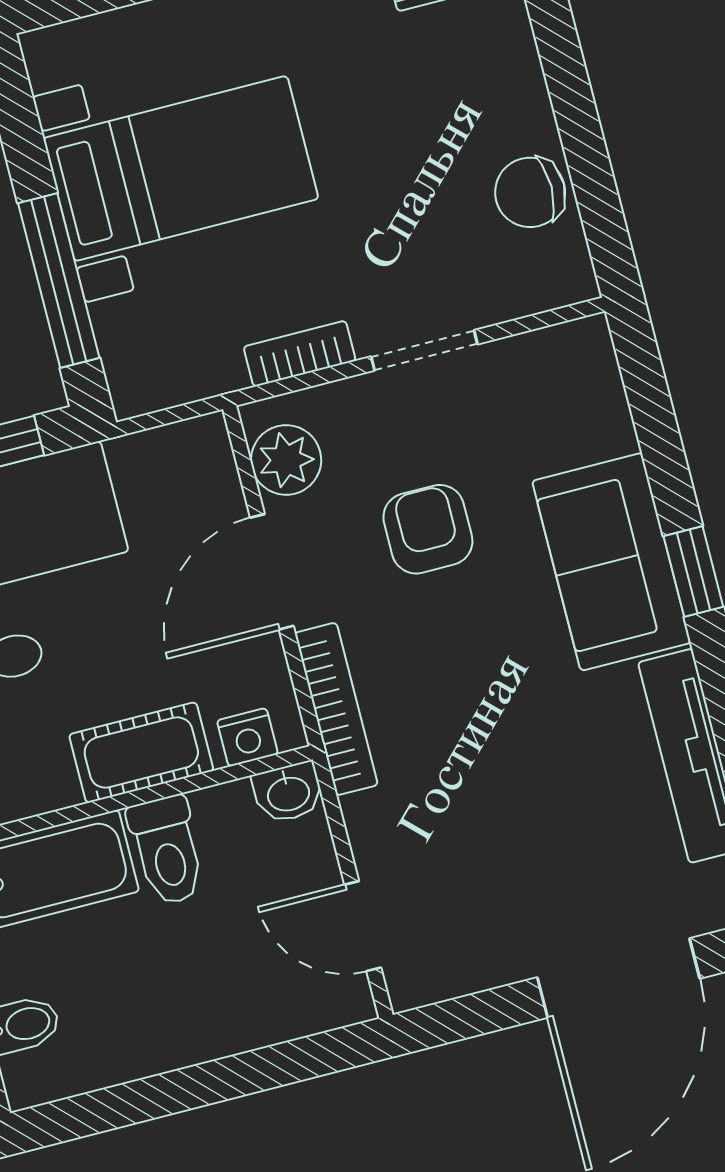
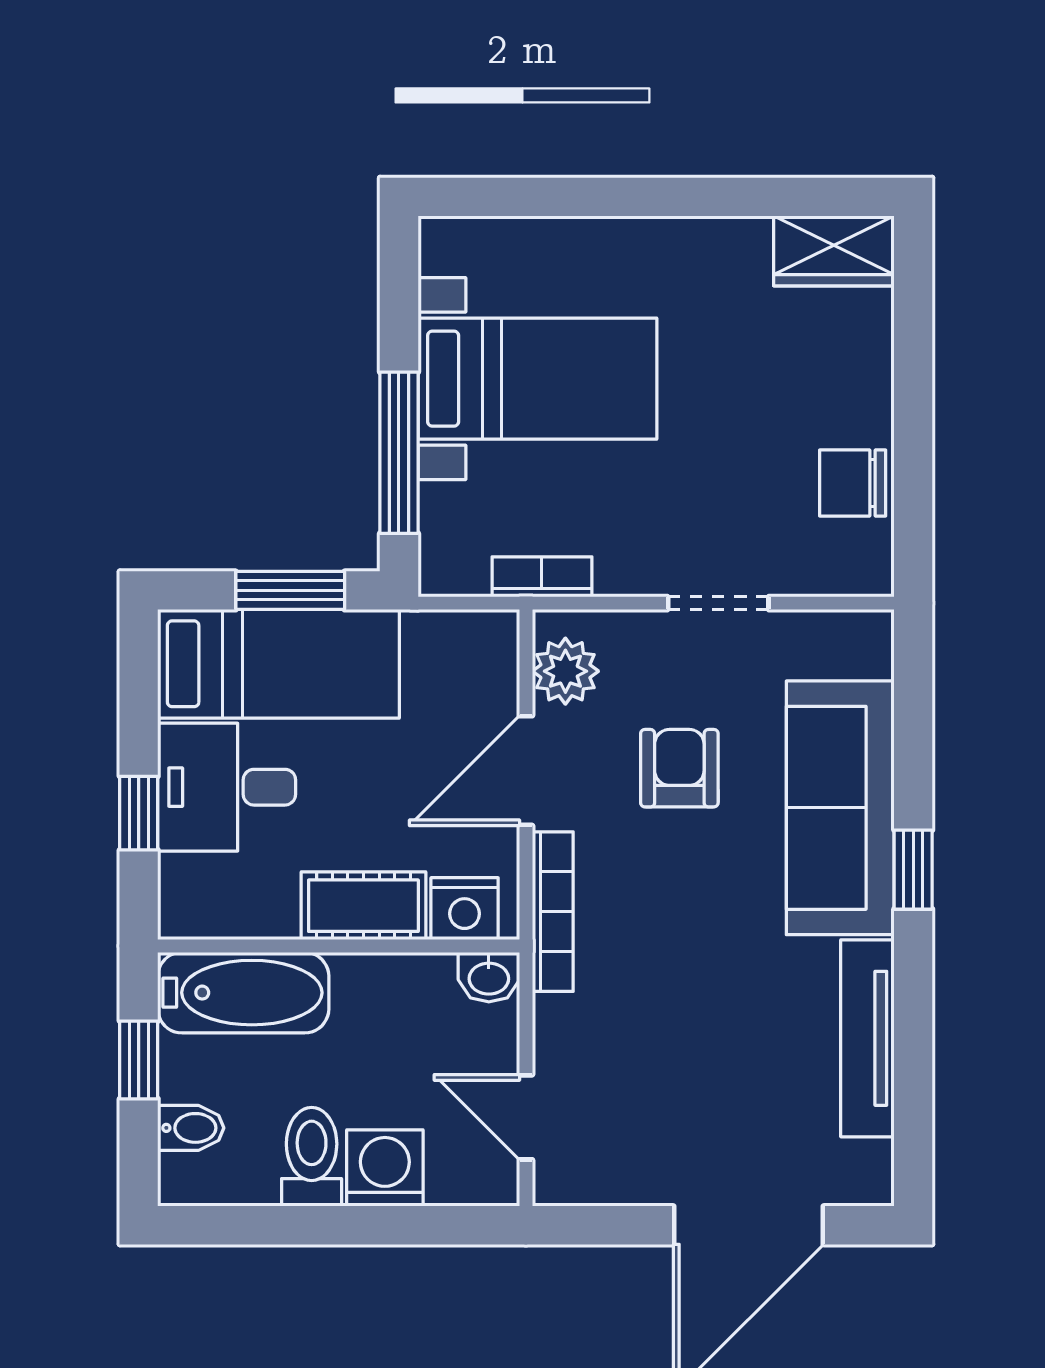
bookcase: (300, 354) -> (542, 577), moved
sofa: (611, 562) -> (840, 808), width x1.36
nightstand: (247, 737) -> (465, 909), width x1.39, depth x1.35
toilet: (167, 850) -> (312, 1157), moved, turned 180
washing machine: (232, 1015) -> (385, 1168), added

